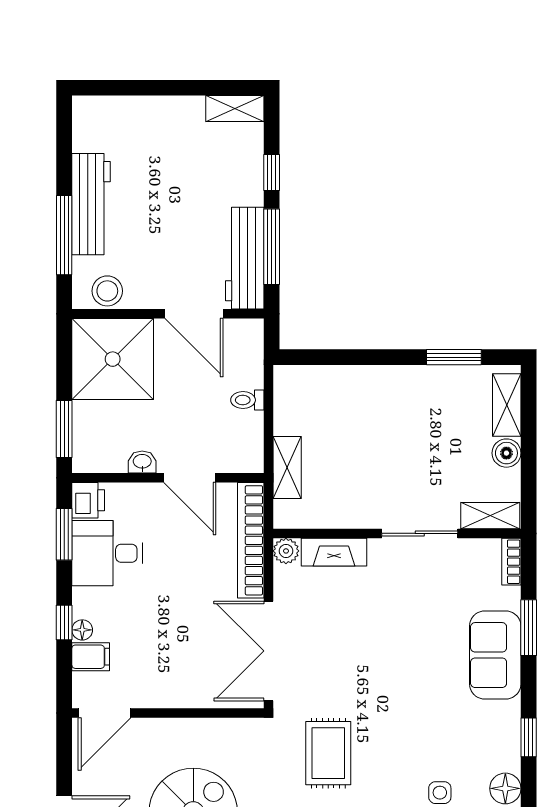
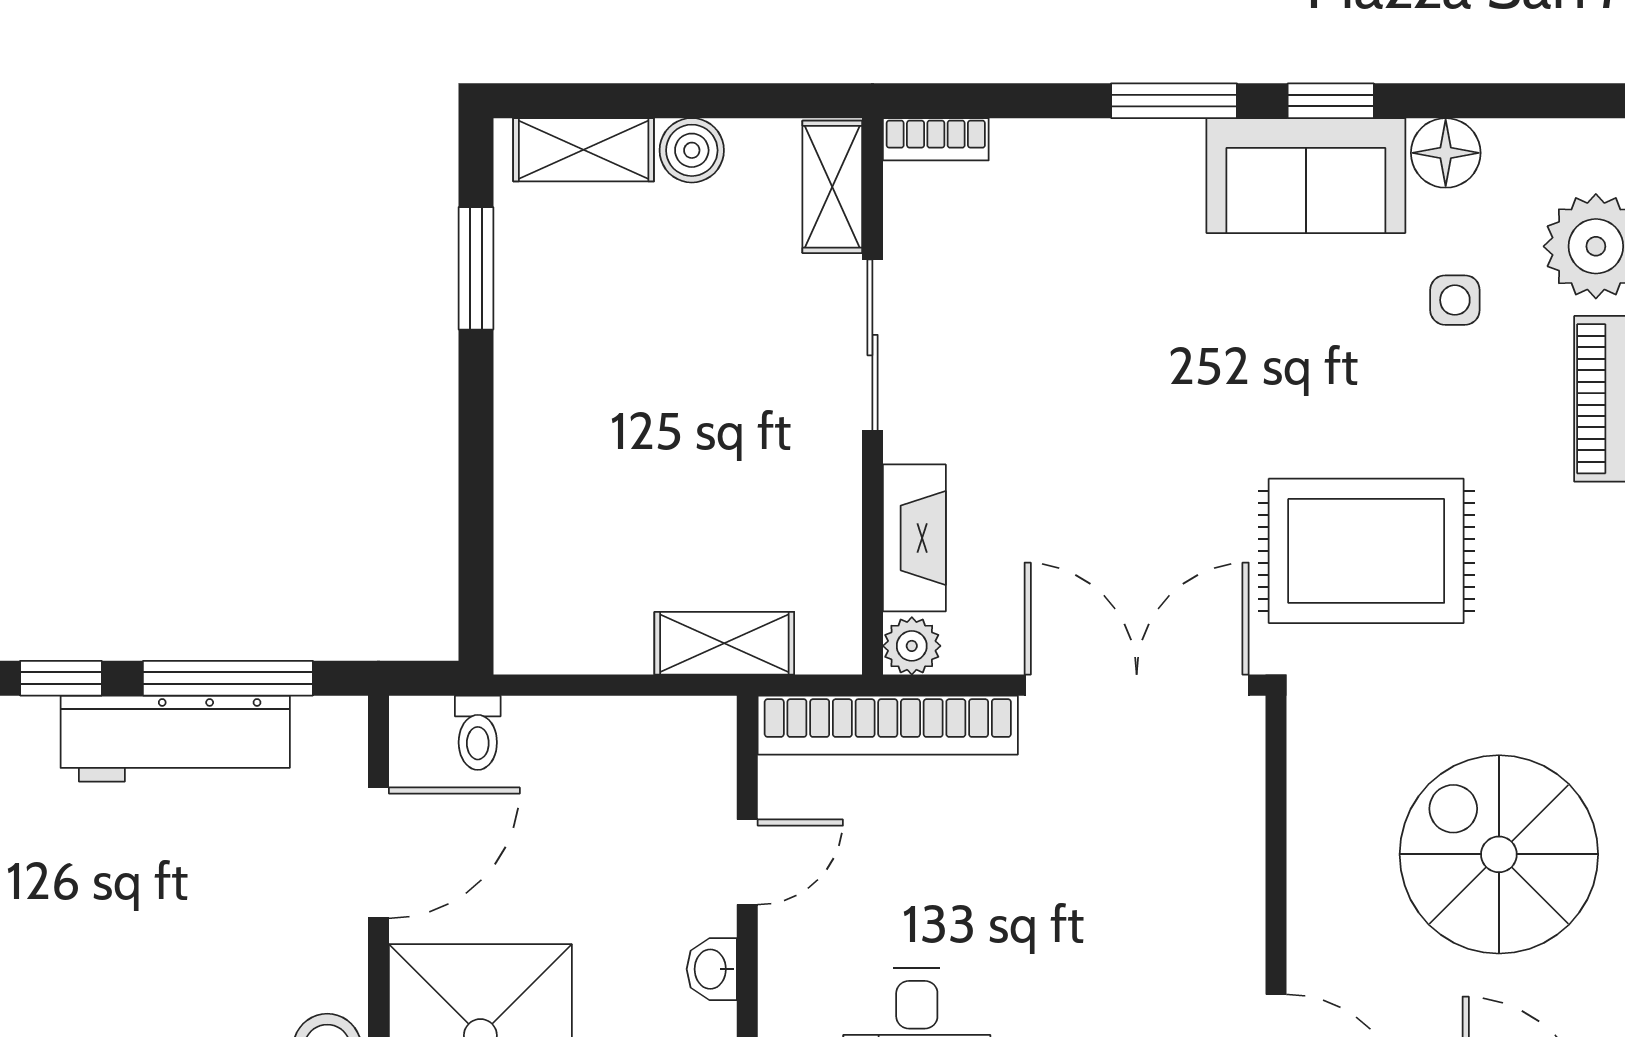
workbench: (245, 258) -> (175, 739), moved
toilet: (247, 400) -> (478, 733), moved
door: (190, 478) -> (747, 862), width x0.73
window: (529, 628) -> (1174, 101), moved
double door: (269, 651) -> (1137, 685), swing flipped
sofa: (495, 655) -> (1306, 176), moved
rug: (328, 753) -> (1366, 551), width x1.36, depth x1.43

